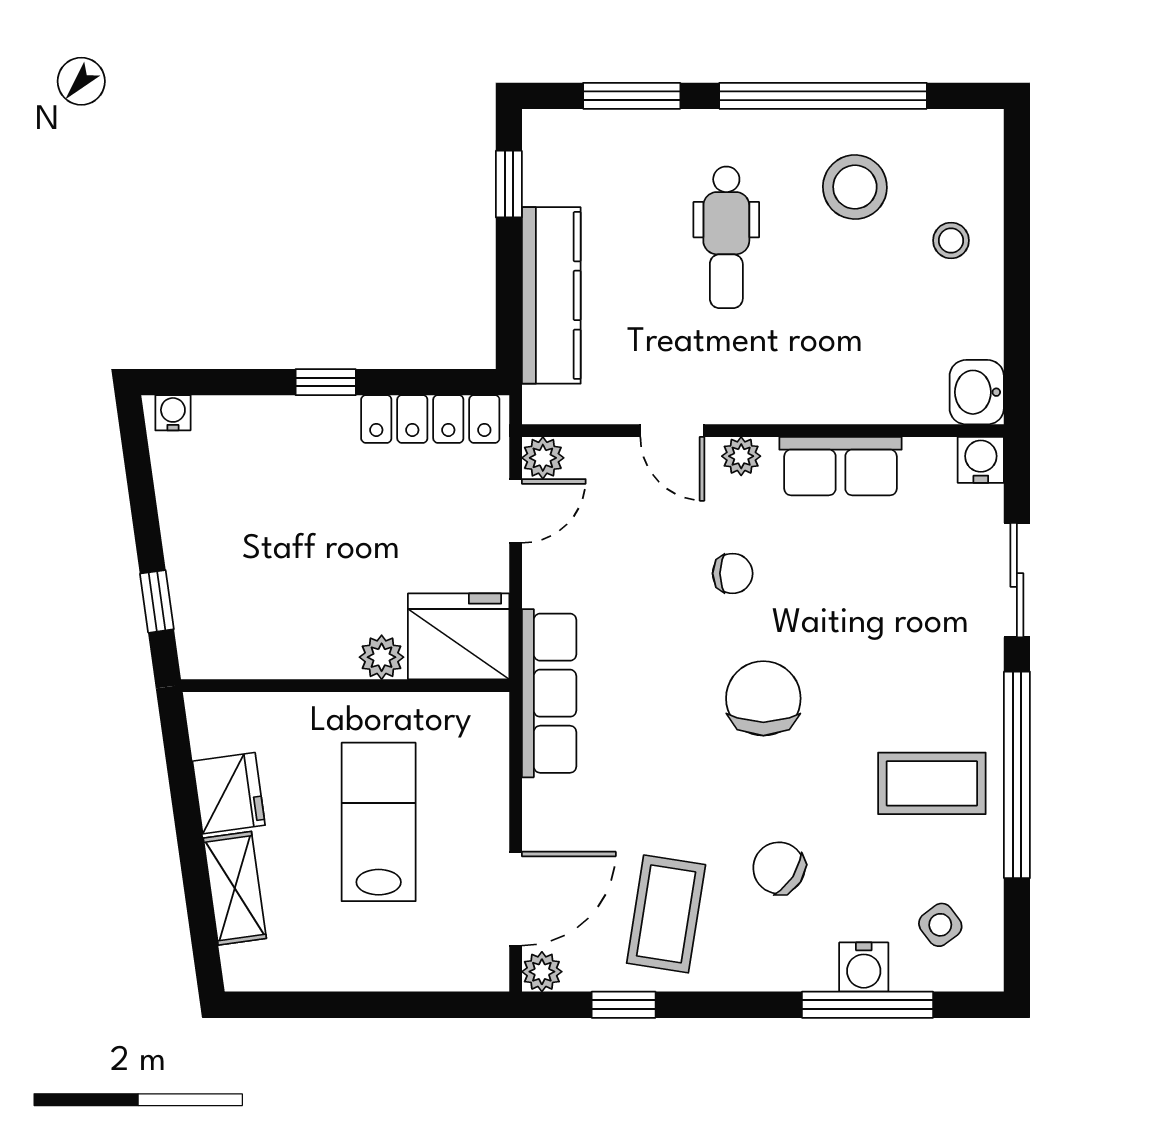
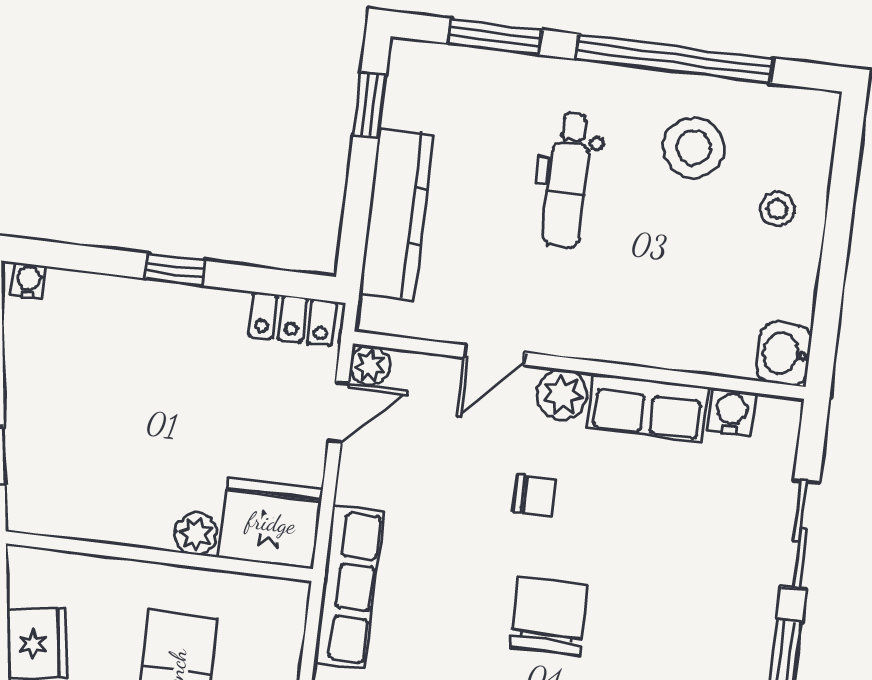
locker: (430, 419) -> (292, 319), width x0.66
door: (672, 431) -> (494, 355), hinge flipped
plant: (741, 456) -> (562, 394), width x1.38, depth x1.38
water cooler: (981, 460) -> (731, 412), moved

